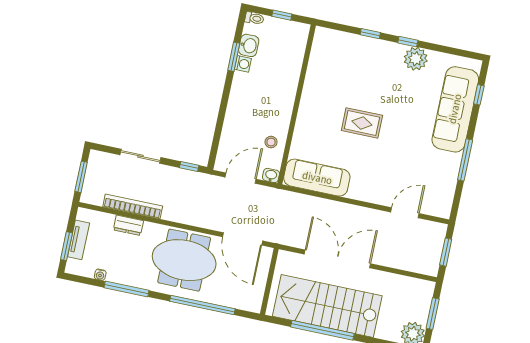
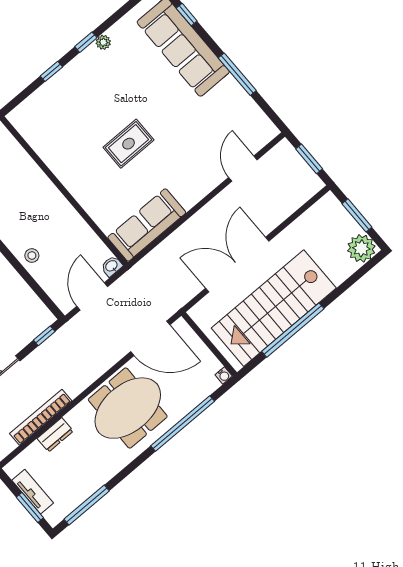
plant: (416, 59) -> (103, 42), width x0.53, depth x0.53
stool: (271, 142) -> (32, 256), moved
water cooler: (100, 275) -> (224, 375), moved
window: (127, 289) -> (87, 505), moved

